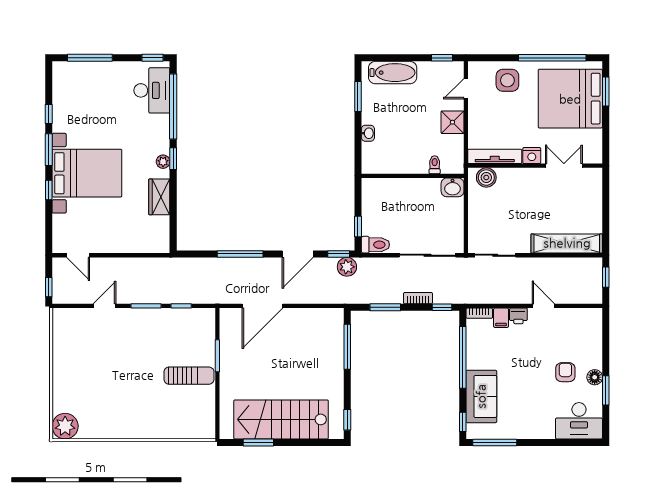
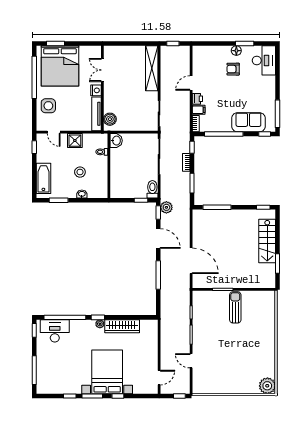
stool: (403, 130) -> (80, 172), added
wardrobe: (159, 197) -> (122, 326), width x1.50
stairs: (281, 419) -> (267, 241), width x0.73, depth x0.66

